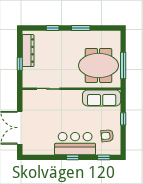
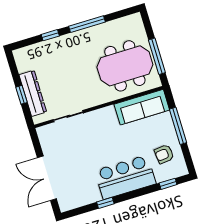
window: (81, 28) -> (87, 24), width x1.44
dresser: (28, 51) -> (33, 93), moved
window: (123, 119) -> (178, 126), width x2.17
window: (73, 157) -> (105, 203), moved

